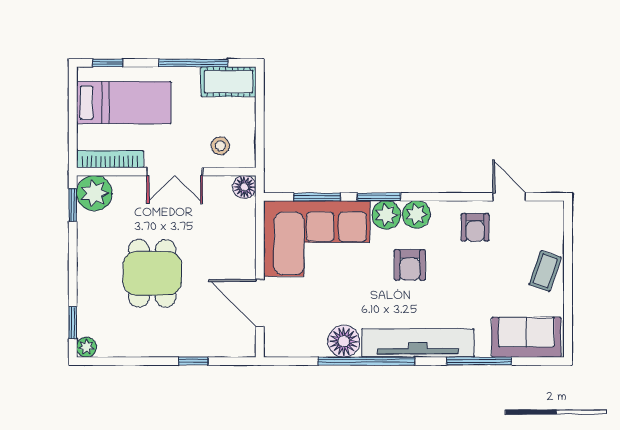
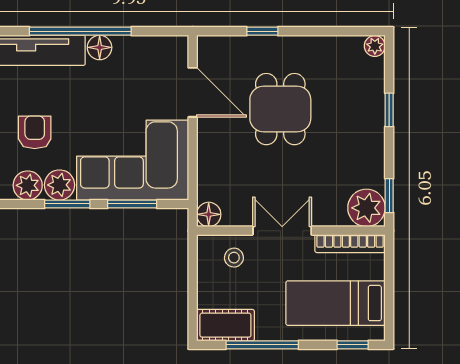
dining table: (152, 273) -> (280, 109), moved
window: (73, 323) -> (389, 110), moved
floor lamp: (344, 341) -> (100, 47), width x0.73, depth x0.73

